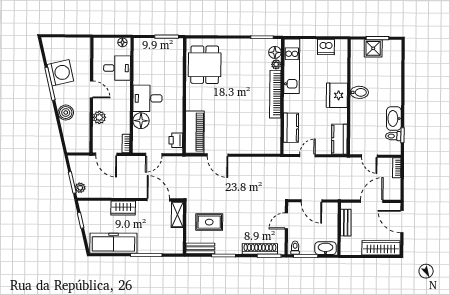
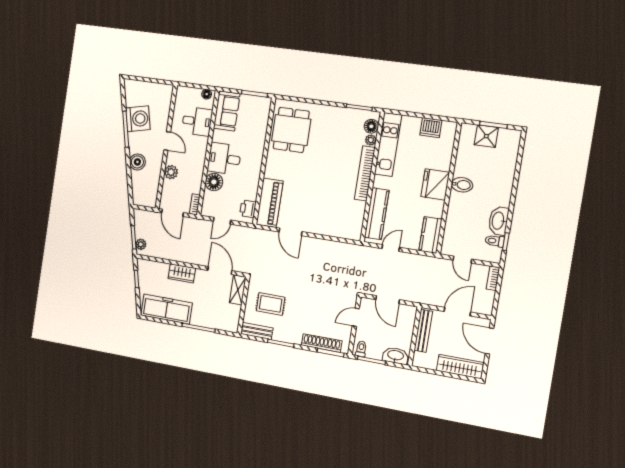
sofa: (143, 55) -> (227, 111), added
kitchen counter: (291, 128) -> (377, 214), width x1.50
bench: (346, 223) -> (423, 331), width x1.36

